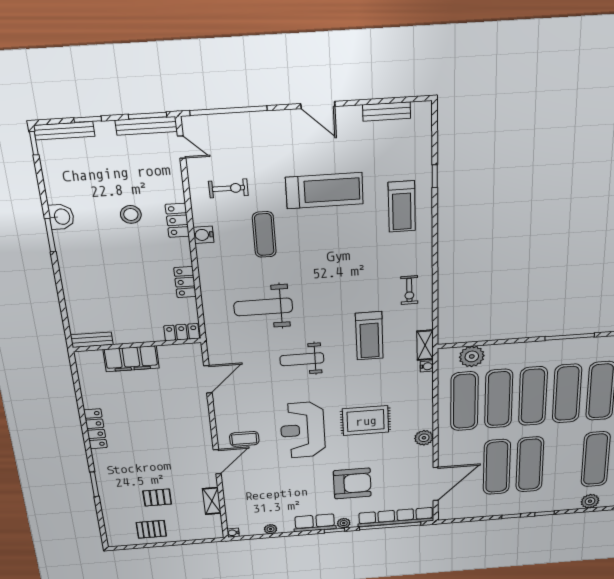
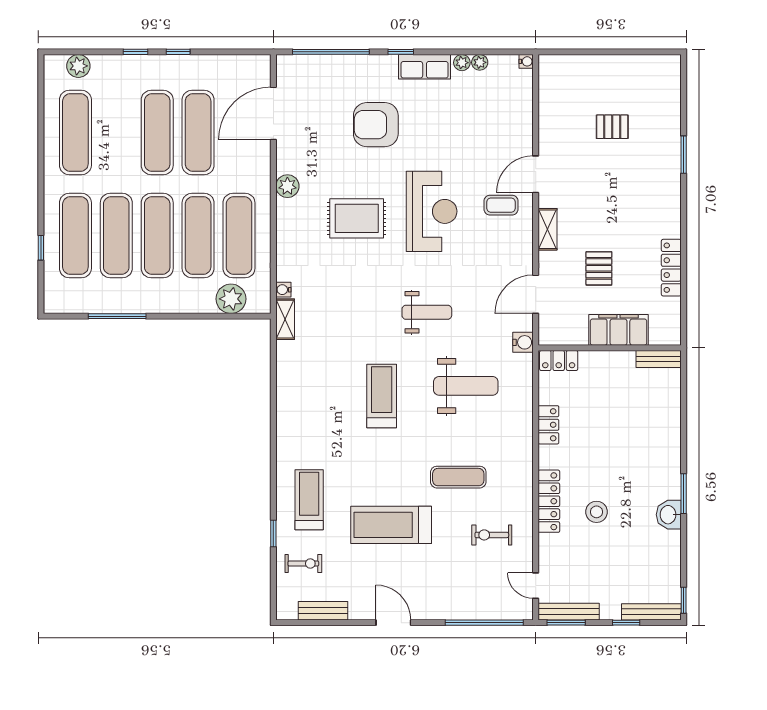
locker: (177, 220) -> (549, 501), width x1.53
water cooler: (203, 235) -> (523, 342), moved
exercise mat: (264, 235) -> (458, 477), turned 90
exercise bike: (409, 290) -> (303, 564), moved, turned 90
treadmill: (369, 336) -> (382, 396), moved
locker: (95, 429) -> (671, 268), moved
shelving: (212, 501) -> (548, 229), moved
row of seats: (396, 517) -> (323, 66), removed
plant: (344, 523) -> (462, 63), moved
pallet: (151, 529) -> (599, 268), moved, turned 90

